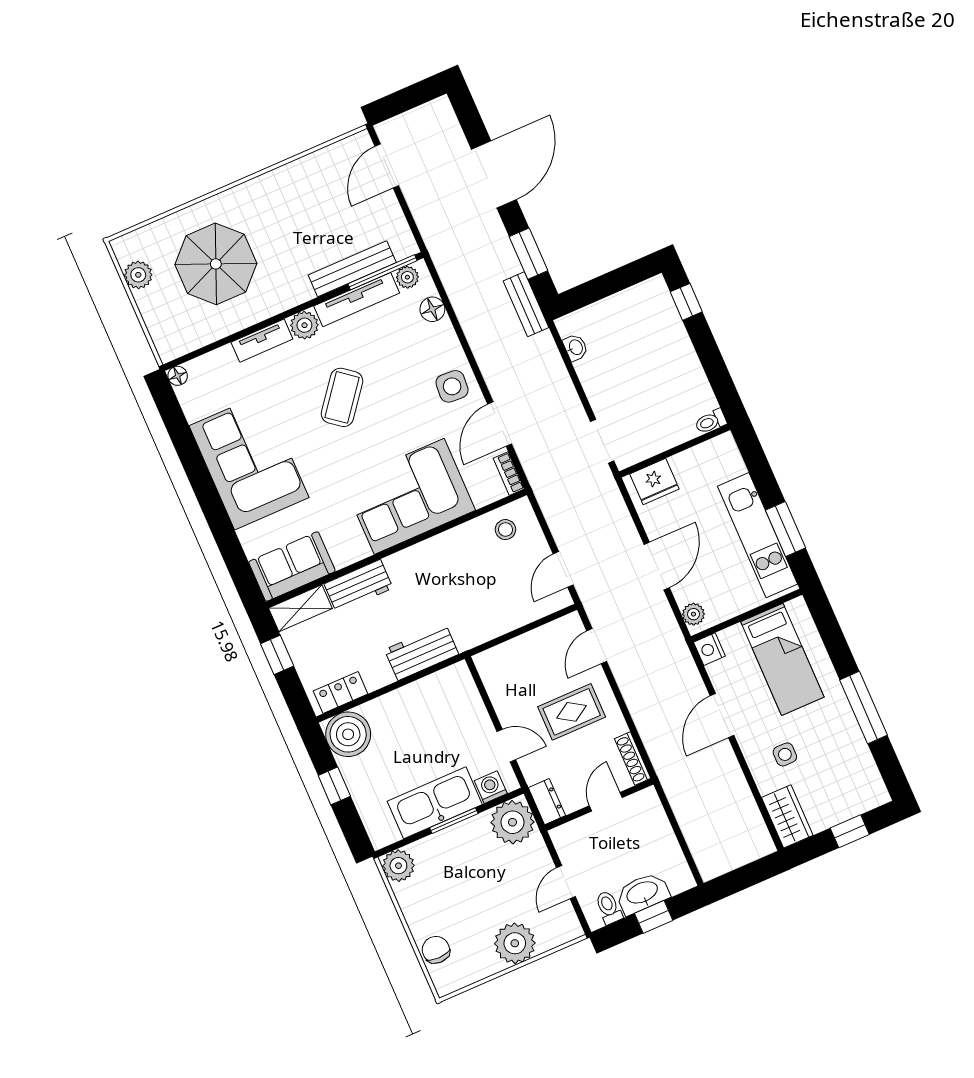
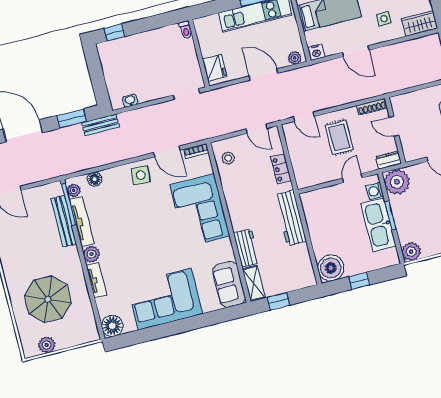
floor lamp: (178, 376) -> (112, 326), width x1.89, depth x1.89
coffee table: (342, 397) -> (137, 239), removed
workbench: (422, 652) -> (290, 218), width x1.38
locker: (341, 693) -> (281, 169), moved

